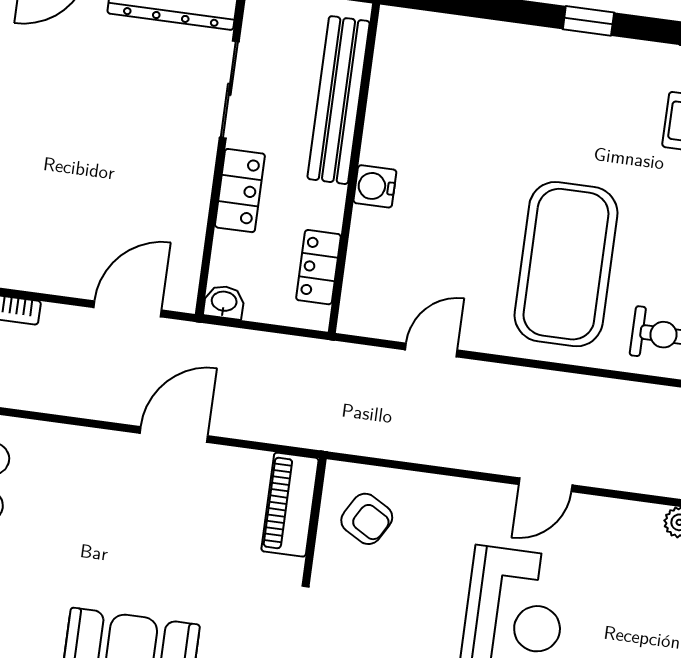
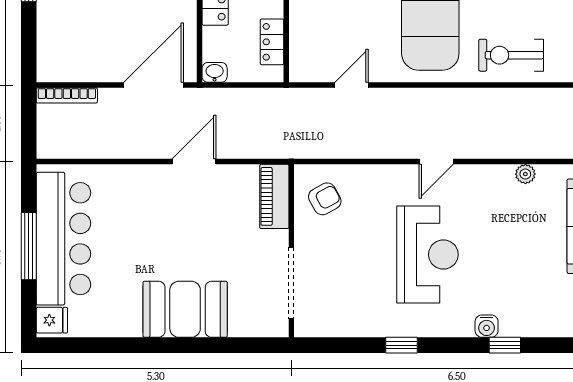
door: (128, 309) -> (153, 85), width x1.36
armchair: (367, 519) -> (325, 199), turned -59

